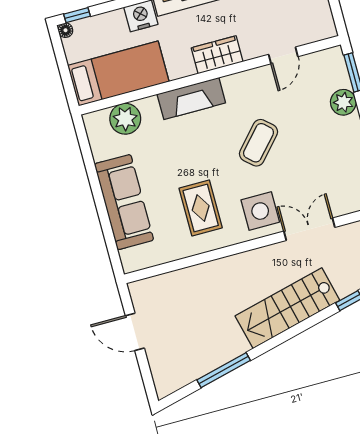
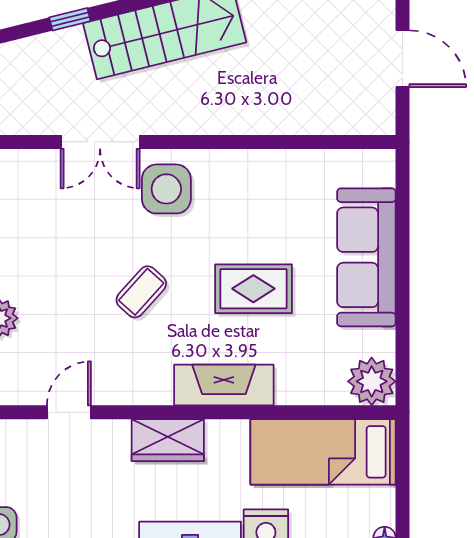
plant: (125, 119) -> (372, 381), moved
coffee table: (259, 143) -> (141, 292), width x0.73, depth x0.77
rug: (201, 208) -> (253, 289), moved, turned 90

